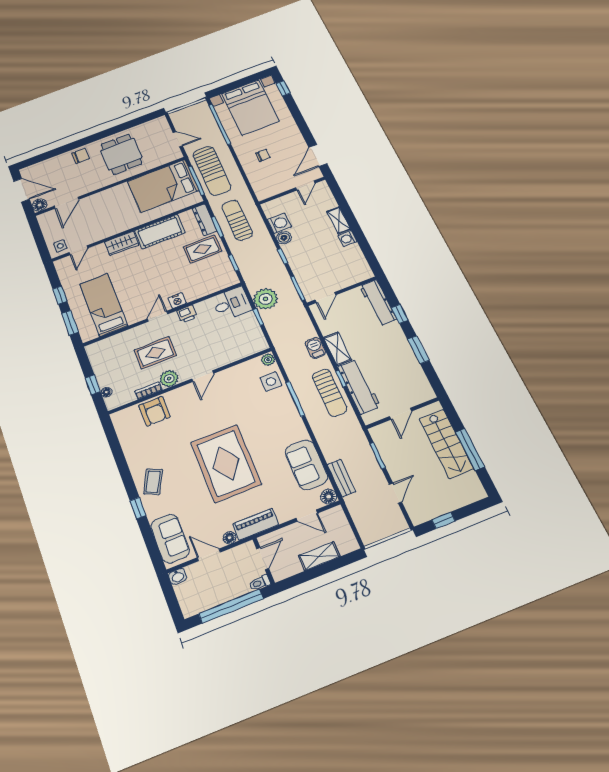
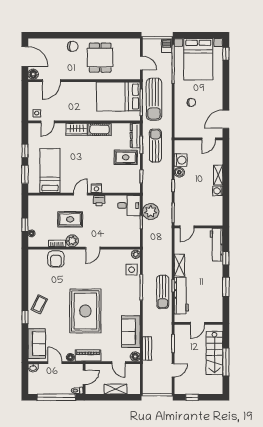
cot: (160, 232) -> (100, 129), width x0.73, depth x0.75
barbecue: (315, 348) -> (167, 46), moved

